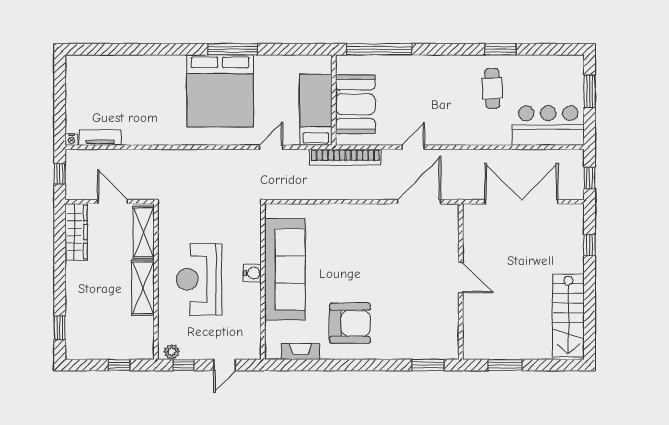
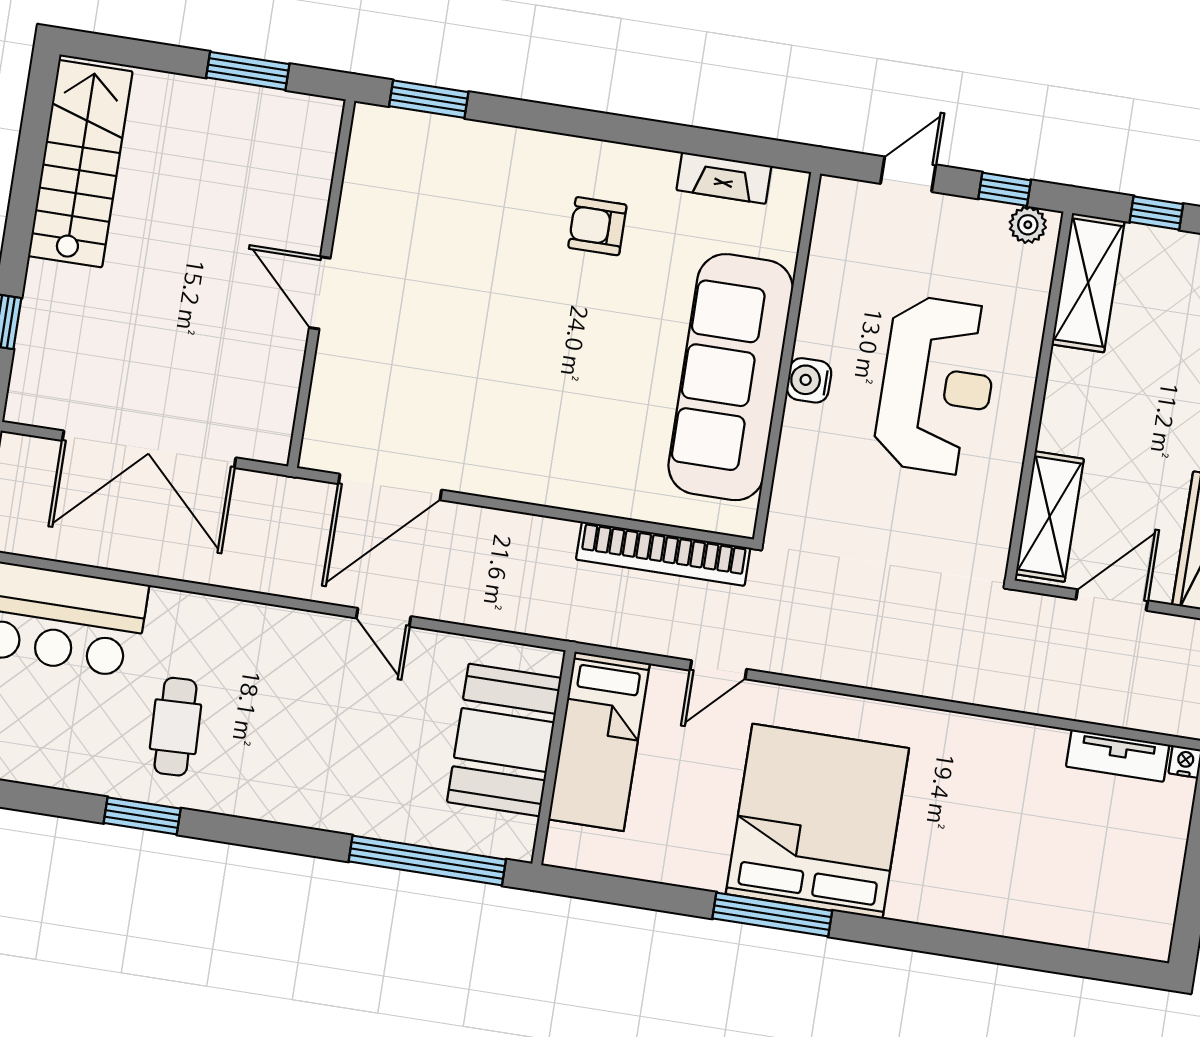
door: (413, 147) -> (384, 617), hinge flipped
bookcase: (345, 157) -> (663, 554), moved, turned 180
door: (112, 202) -> (1112, 600), swing flipped
shelving: (143, 288) -> (1088, 283), moved
armchair: (350, 323) -> (597, 226), width x0.53, depth x0.53

